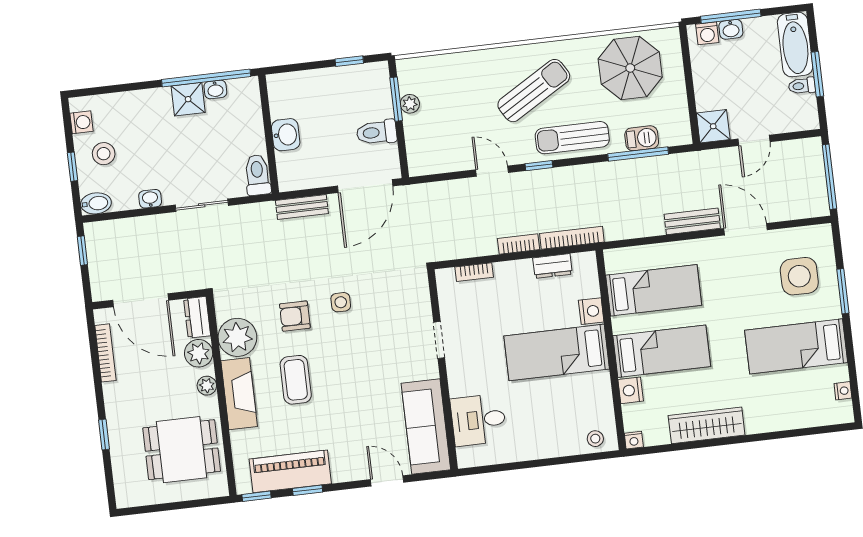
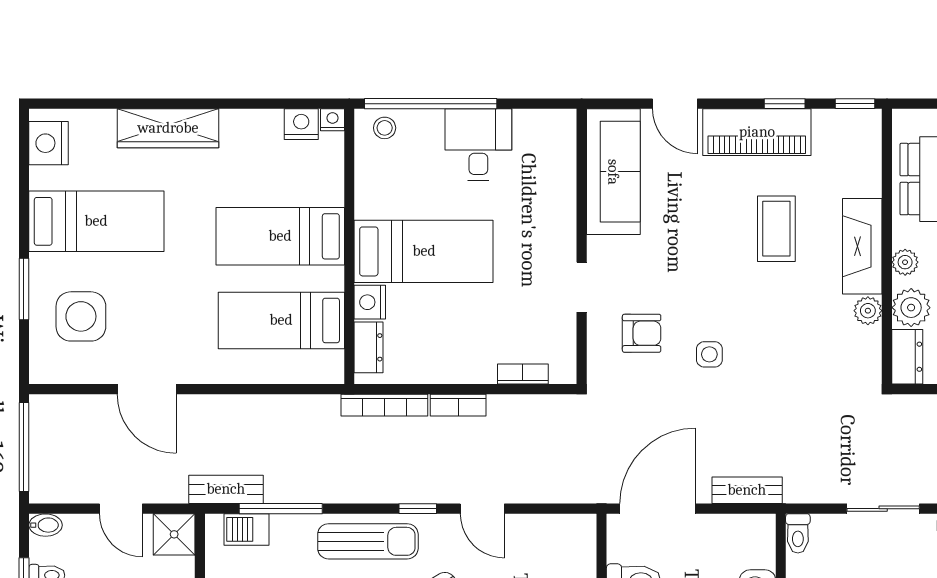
bidet: (807, 122) -> (46, 525), added
barbecue: (642, 138) -> (246, 529), moved
door: (754, 140) -> (121, 509), swing flipped
toilet: (257, 175) -> (798, 533), width x0.73, depth x0.72
bench: (692, 221) -> (226, 489), moved
dresser: (552, 266) -> (369, 347), moved, turned 90
armchair: (295, 316) -> (642, 333), moved
plant: (237, 337) -> (868, 311), width x0.53, depth x0.53
coffee table: (296, 380) -> (776, 229), moved
nightstand: (631, 390) -> (301, 124), moved, turned -90
nightstand: (843, 391) -> (49, 143), width x1.89, depth x1.79
desk: (478, 420) -> (478, 145), moved, turned -90
wardrobe: (707, 425) -> (168, 128), moved
window: (564, 460) -> (431, 104), added
piano: (290, 471) -> (757, 132), moved

